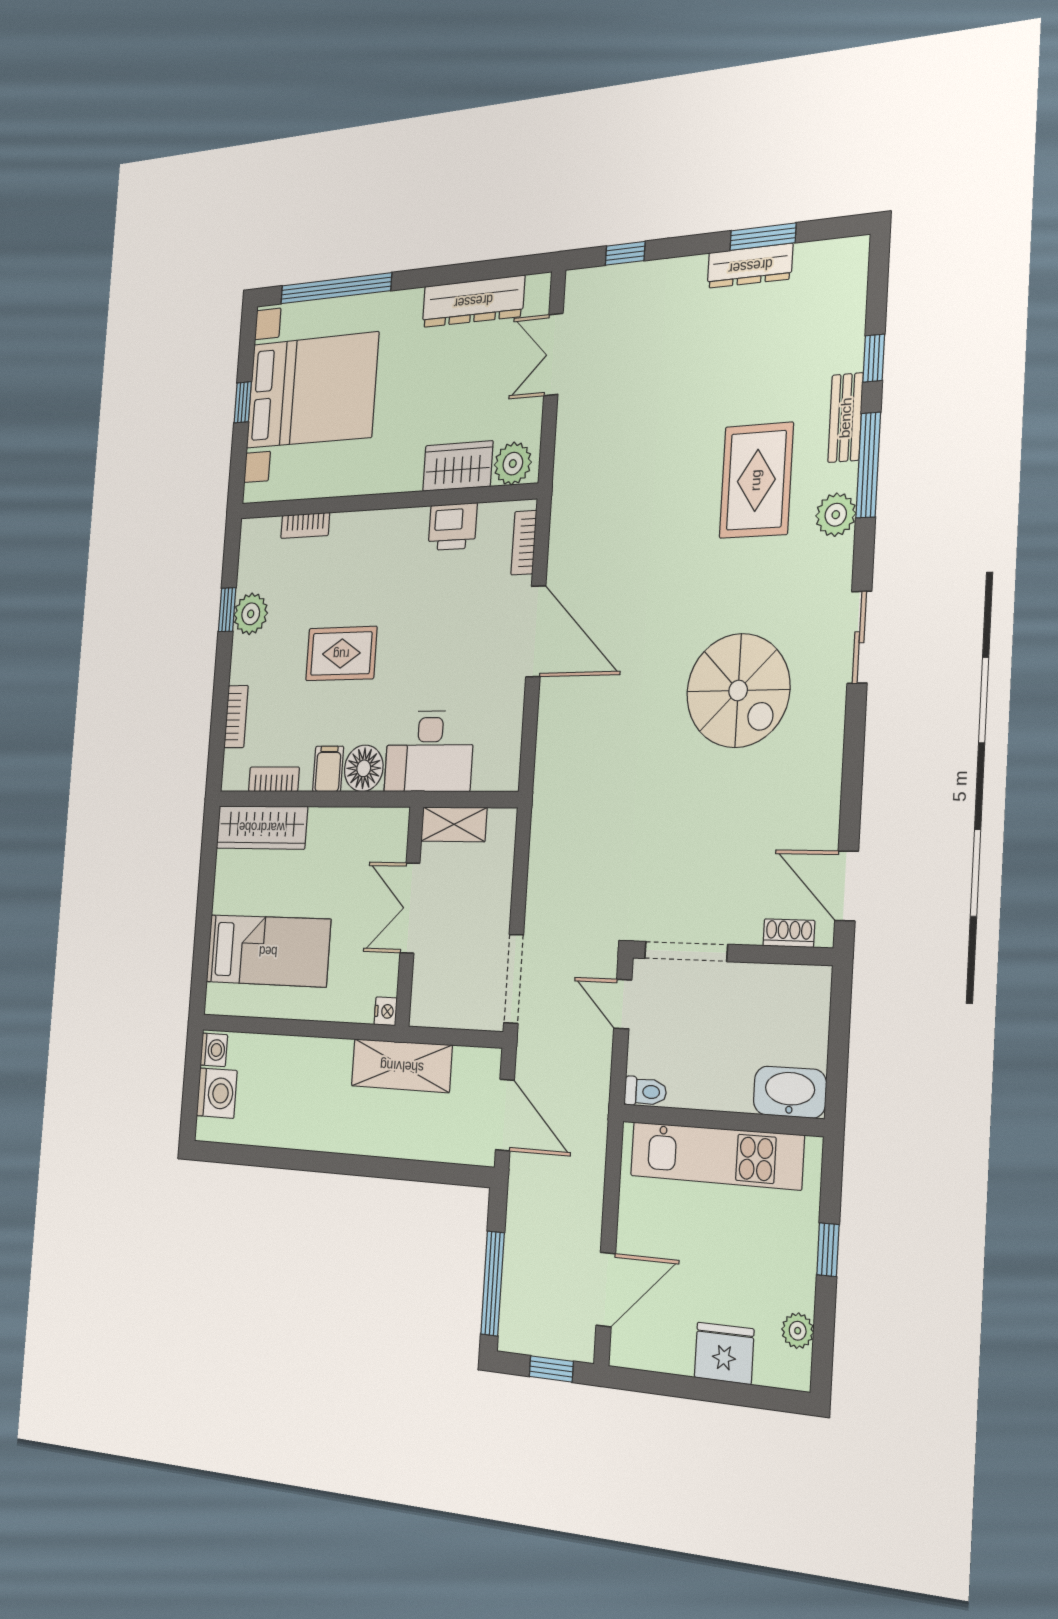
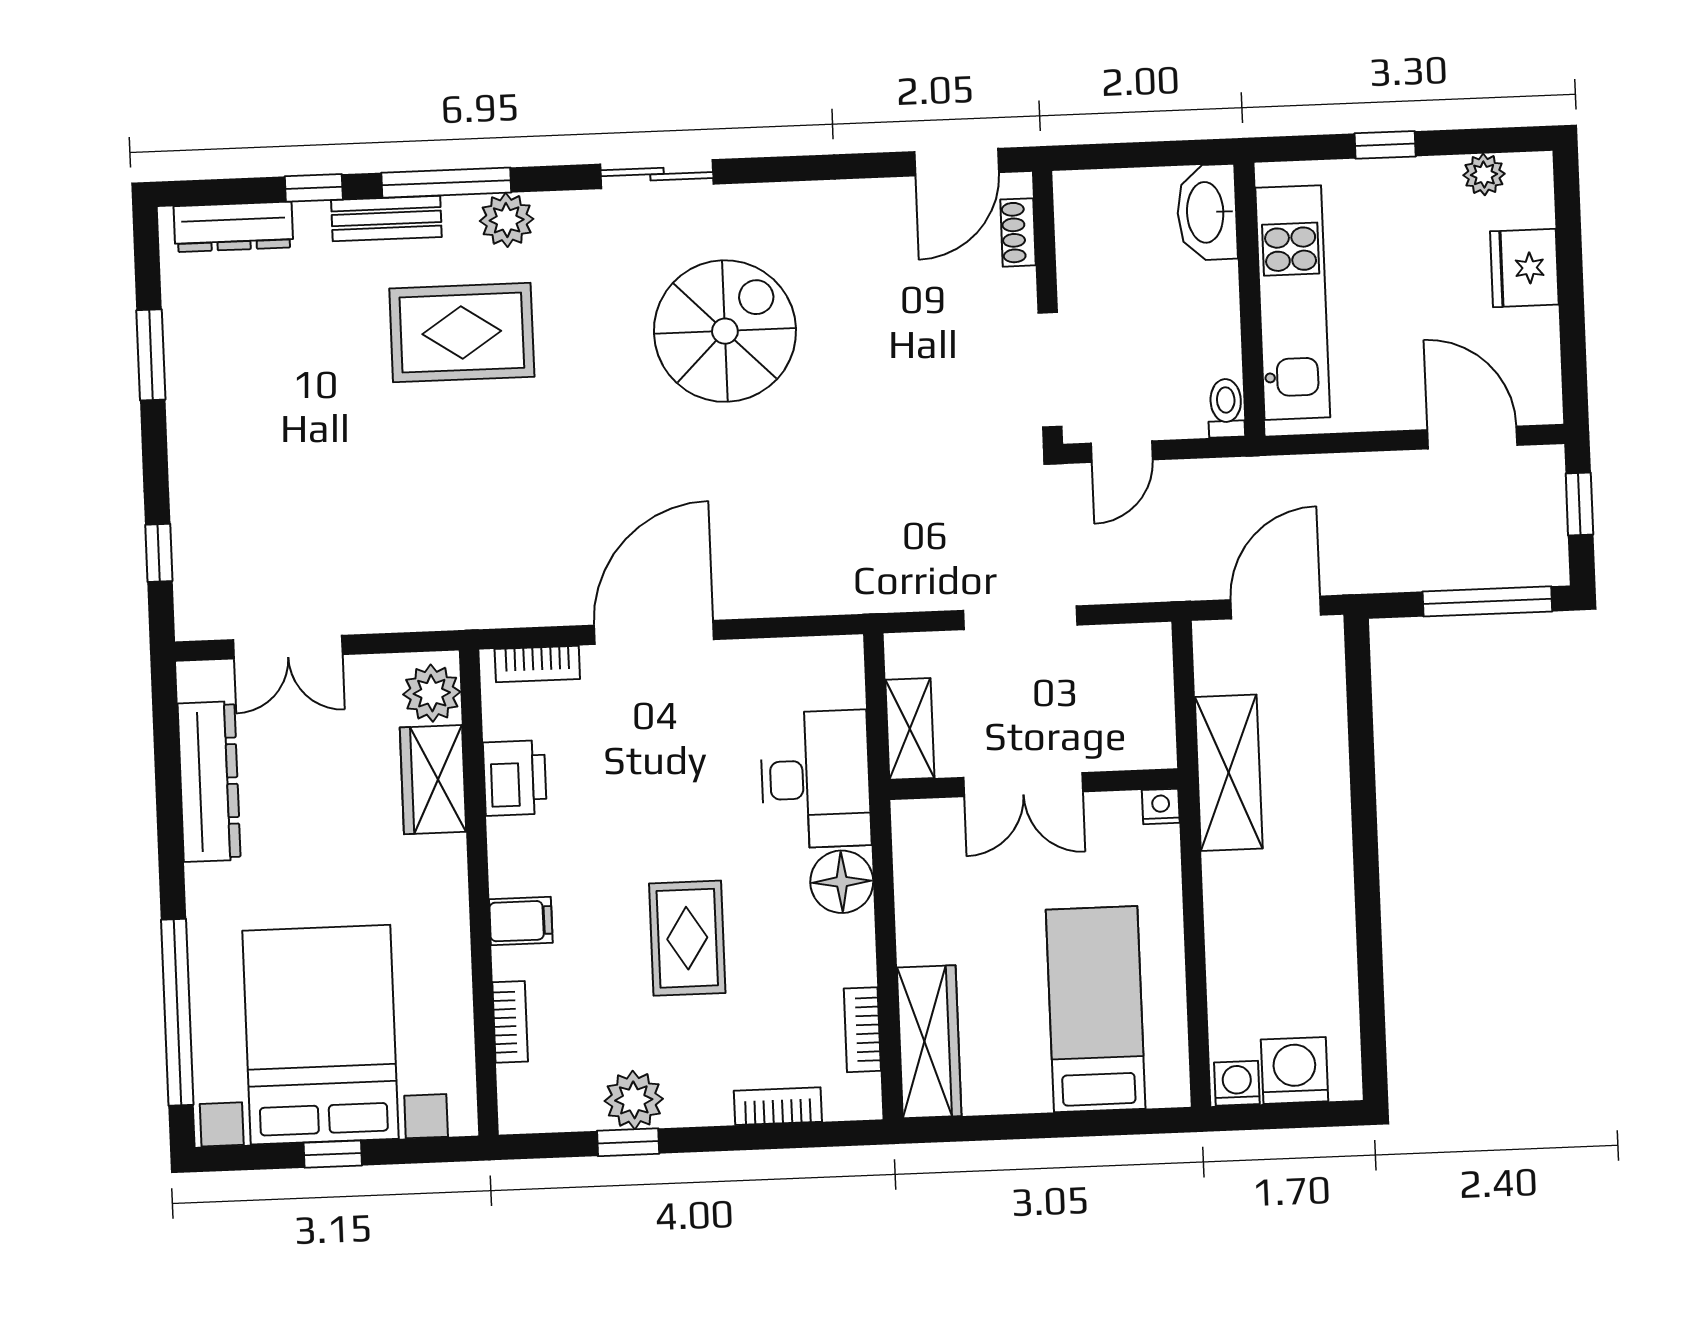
dresser: (750, 266) -> (233, 227), moved, turned 90
filing cabinet: (328, 769) -> (521, 921), moved, turned 180
doorway: (514, 979) -> (1020, 618), moved

